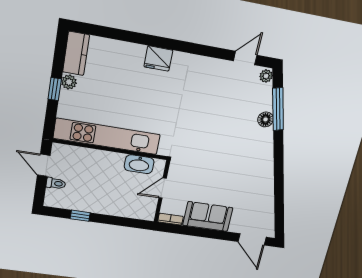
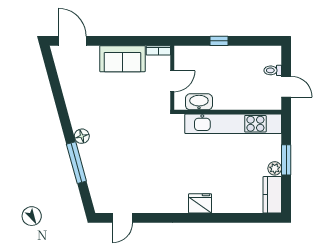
plant: (266, 76) -> (99, 205), removed
window: (55, 89) -> (286, 160), width x1.50
window: (278, 109) -> (76, 163), moved
floor lamp: (266, 119) -> (82, 136), moved
window: (80, 216) -> (219, 41), moved

